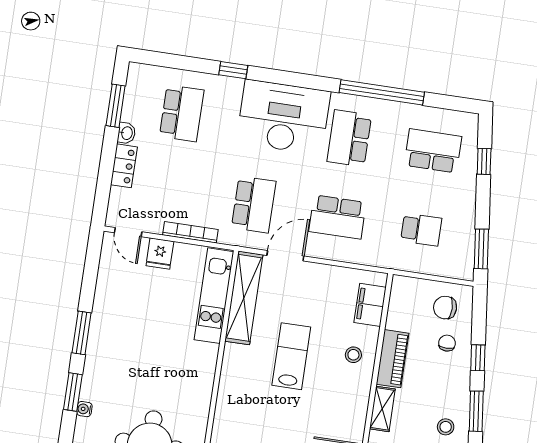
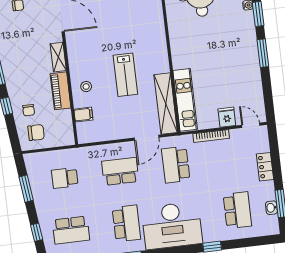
school desk: (182, 113) -> (237, 210), turned 180
washbasin: (126, 133) -> (271, 208), moved
window: (481, 249) -> (26, 189), moved
filing cabinet: (370, 305) -> (83, 115), width x0.50
stool: (446, 427) -> (15, 57), removed

